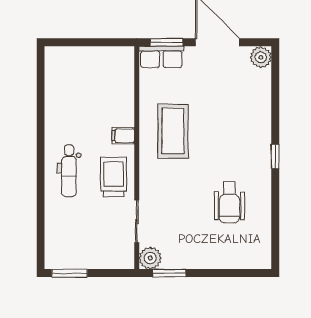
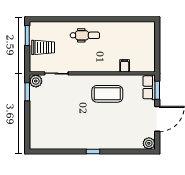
filing cabinet: (123, 136) -> (125, 66), moved
dental chair: (69, 171) -> (85, 35), turned 180
trolley: (114, 177) -> (43, 47), moved
wheelchair: (229, 202) -> (67, 126), removed

